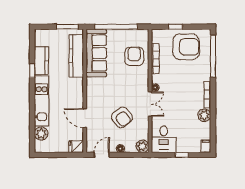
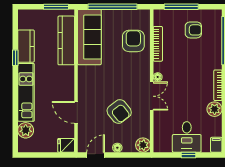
window: (176, 27) -> (181, 7), width x2.17
armchair: (186, 47) -> (193, 30), width x0.53, depth x0.53
desk: (164, 139) -> (187, 137), moved

